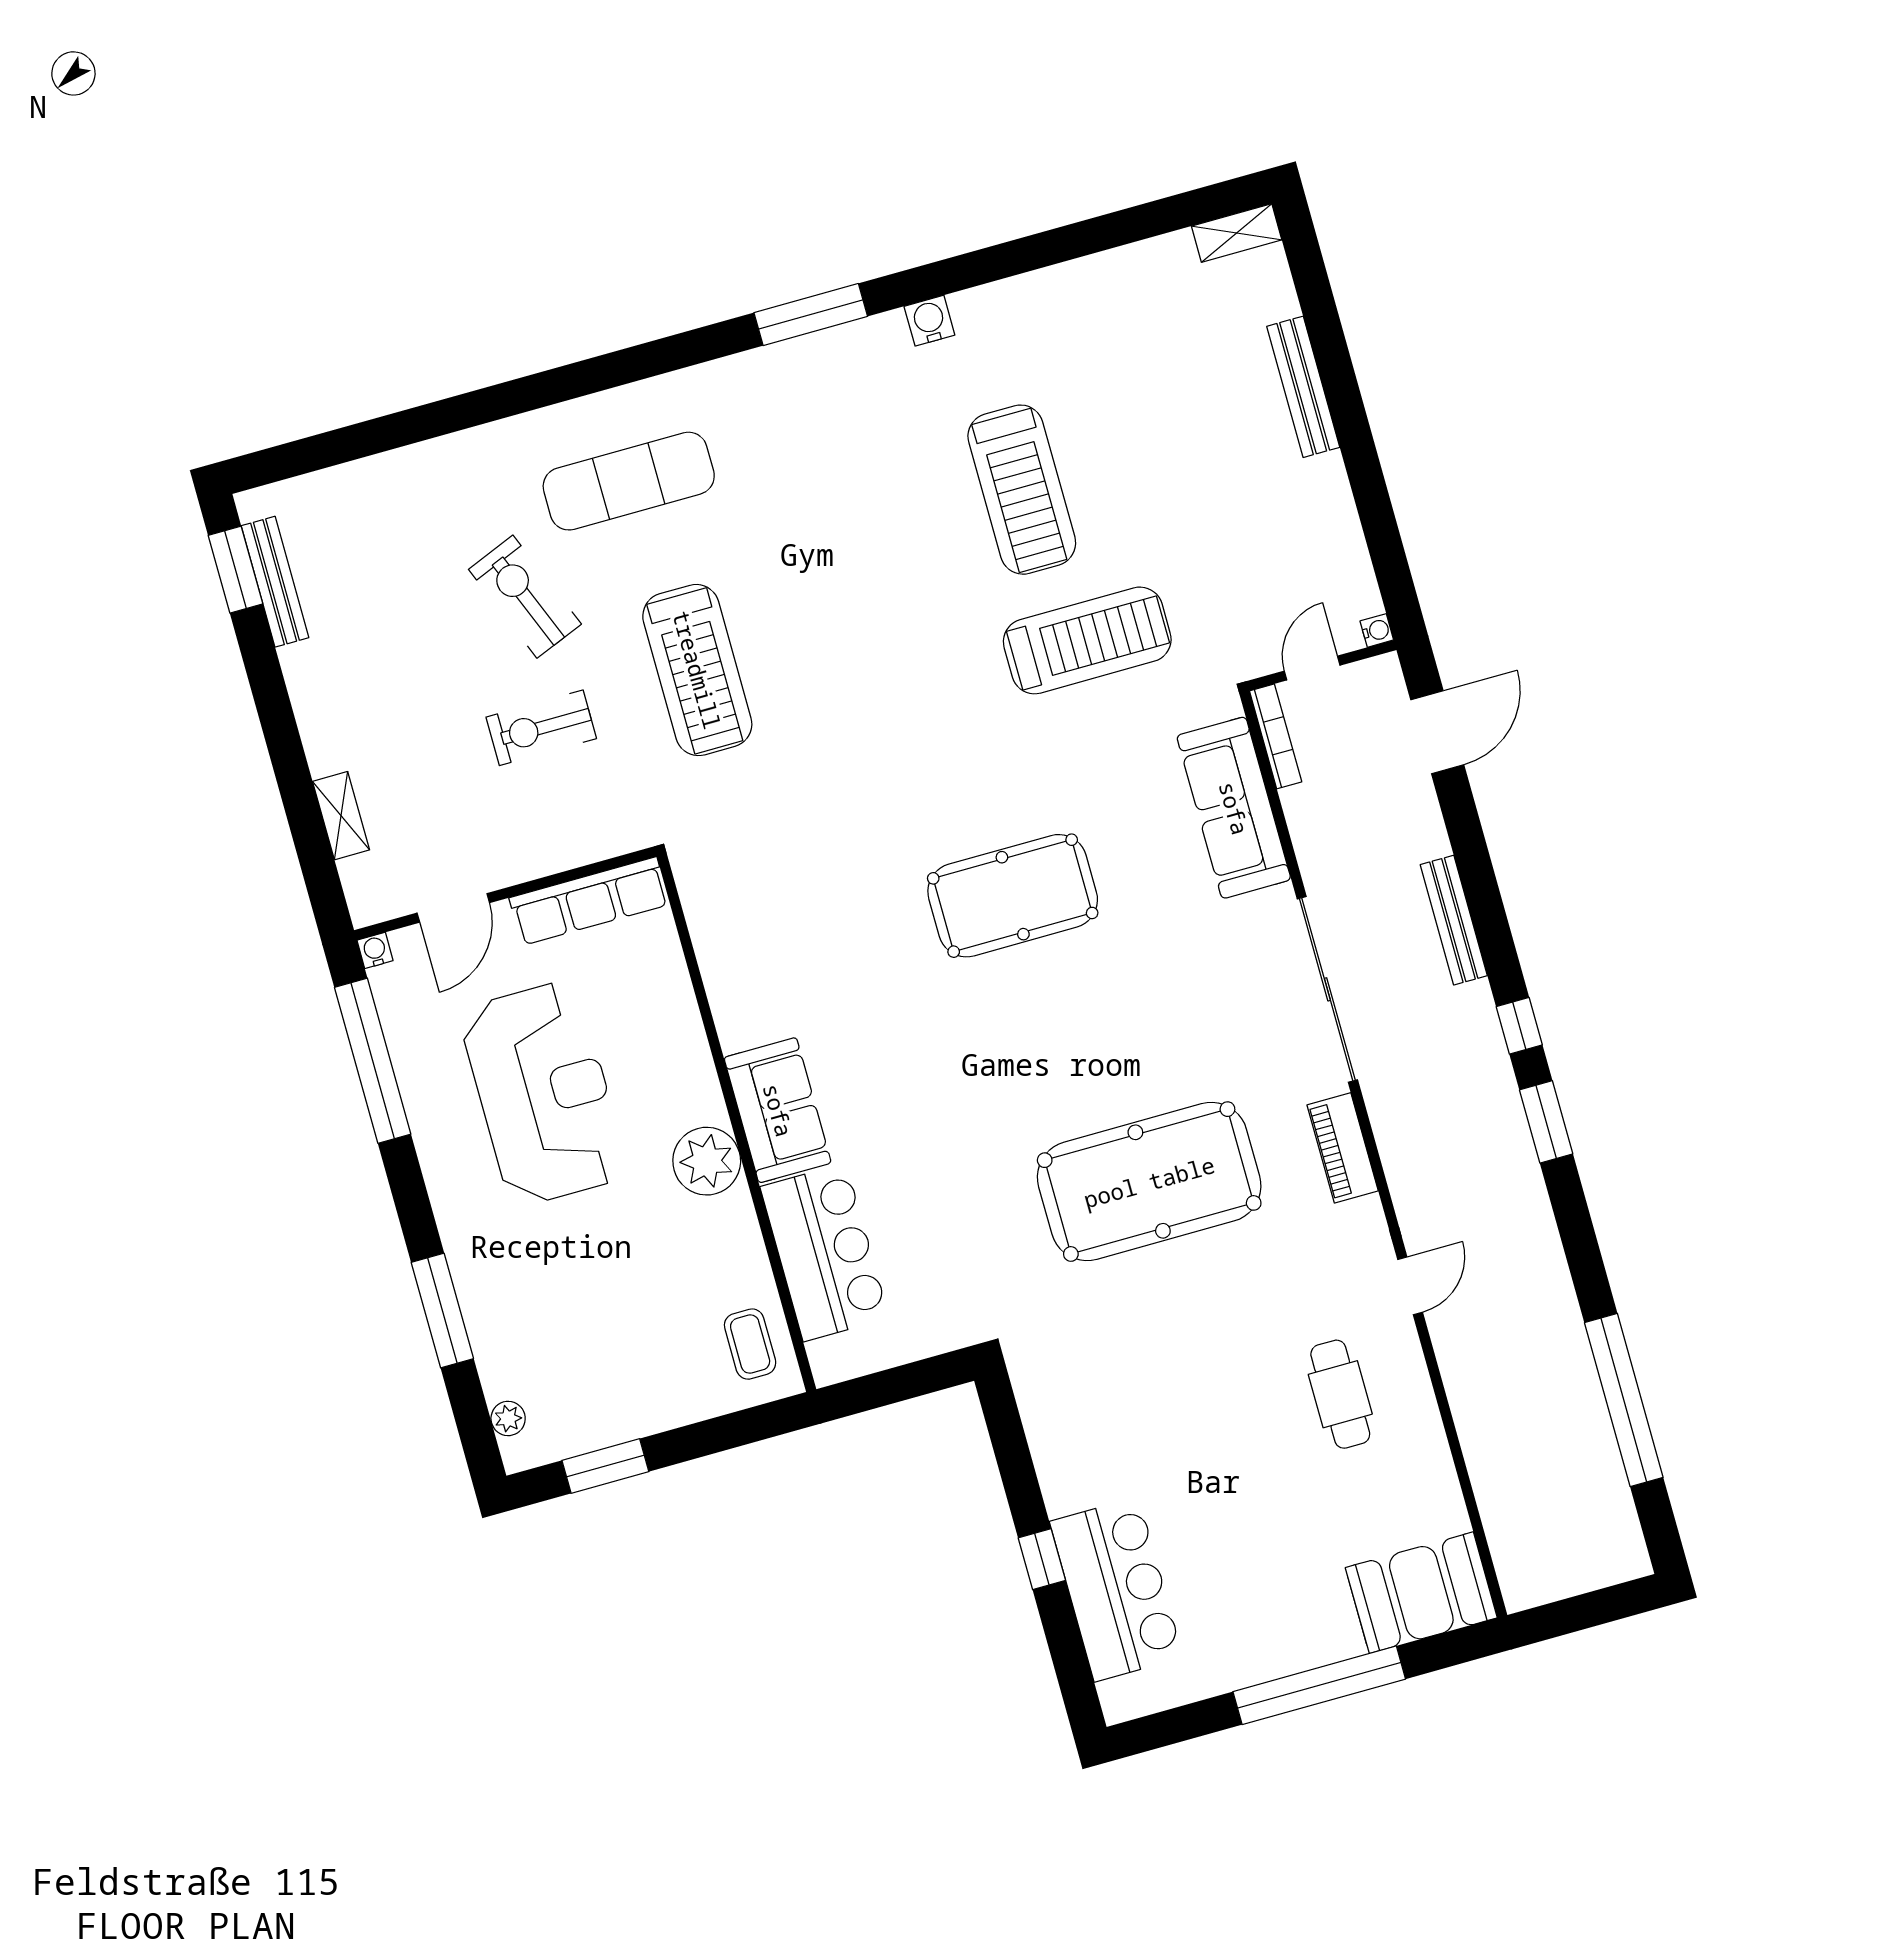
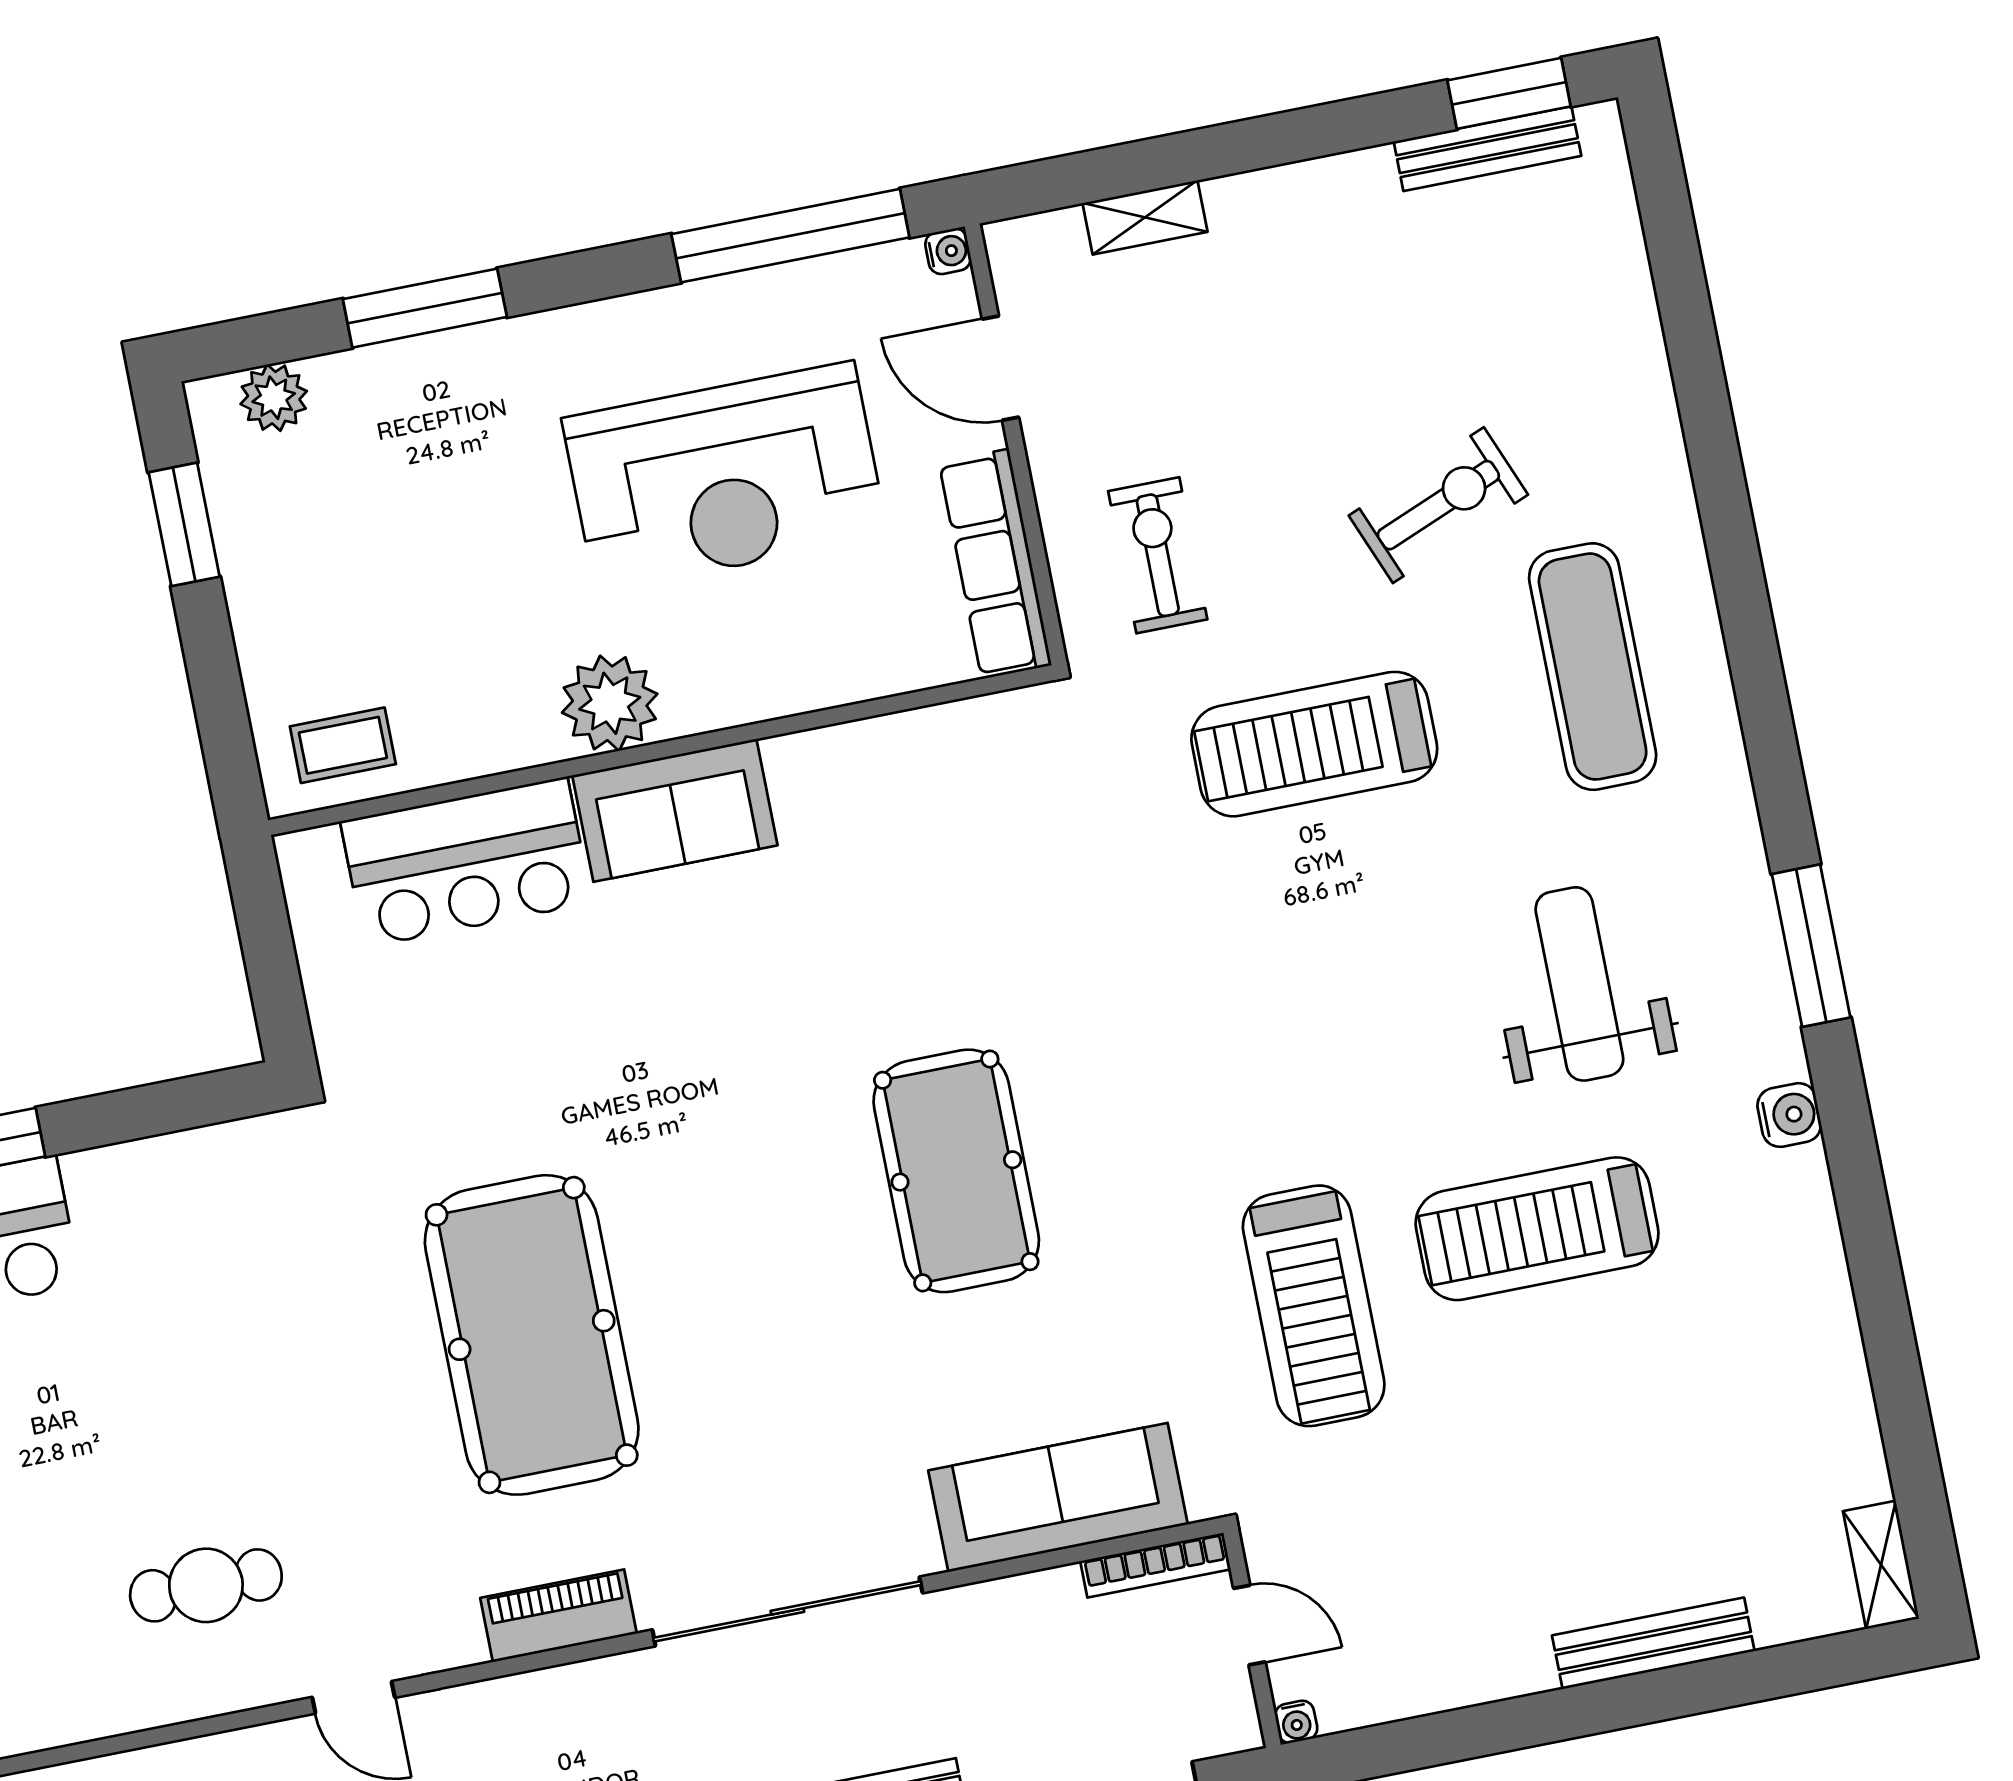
weight bench: (850, 473) -> (1579, 984), added
exercise bike: (541, 728) -> (1158, 555), moved
plant: (508, 1418) -> (274, 398), width x1.38, depth x1.38

